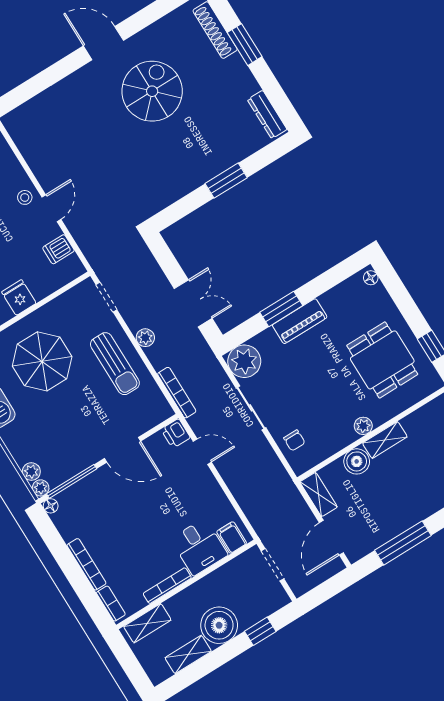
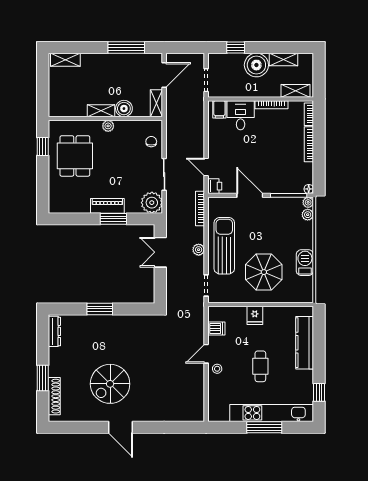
floor lamp: (371, 278) -> (53, 205), removed
sun lounger: (115, 364) -> (224, 246), width x1.36, depth x1.34

